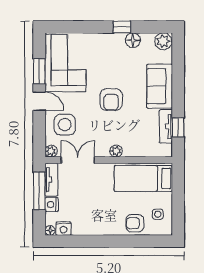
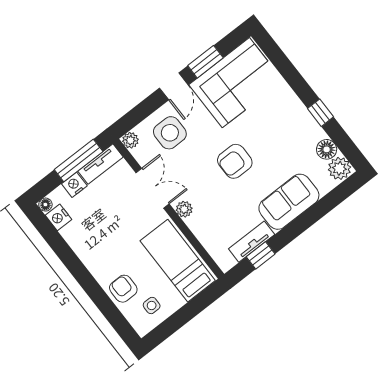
floor lamp: (133, 40) -> (327, 149), moved
double door: (78, 160) -> (153, 188), moved

